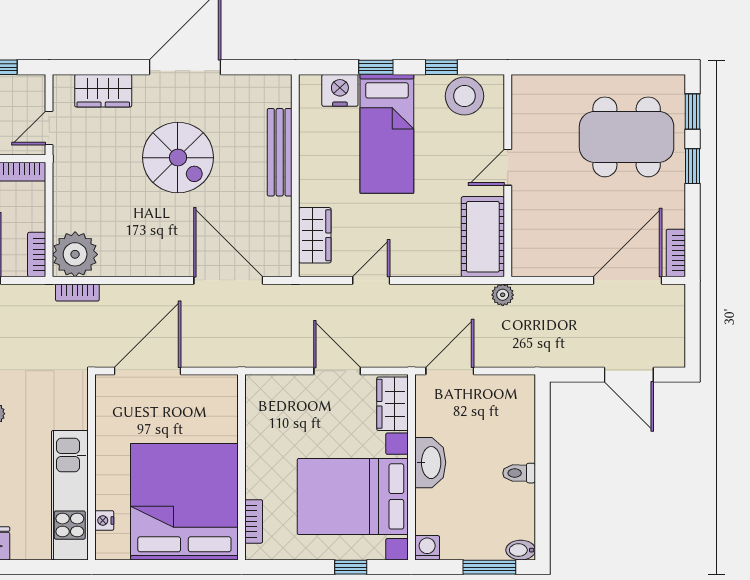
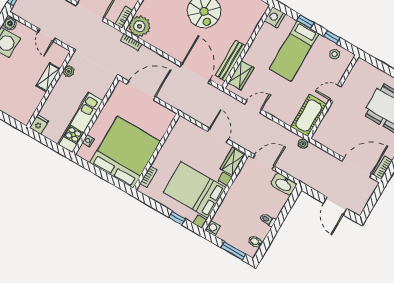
nightstand: (340, 90) -> (275, 17), moved, turned -90
stool: (464, 96) -> (335, 54), width x0.53, depth x0.53
bench: (280, 152) -> (230, 61), moved
washbasin: (430, 463) -> (284, 184), moved, turned 90
bidet: (521, 550) -> (255, 242), moved

